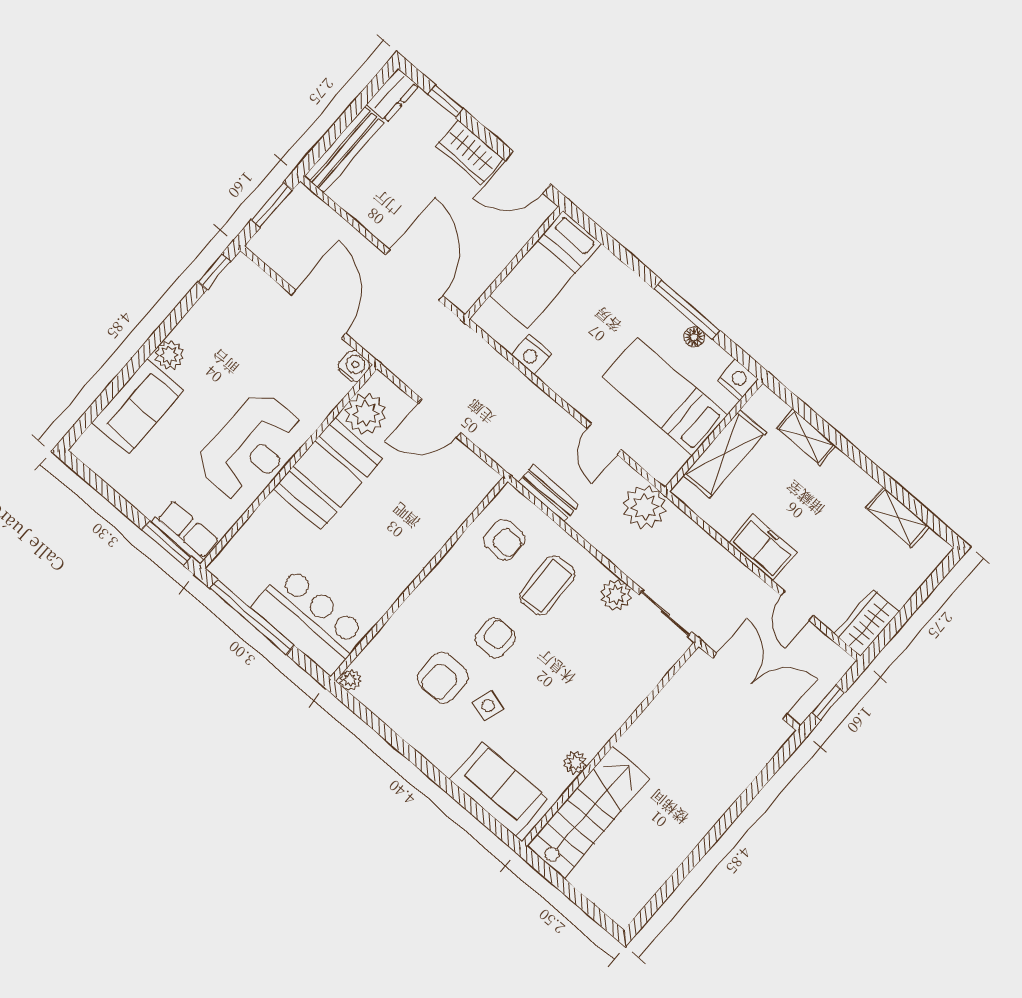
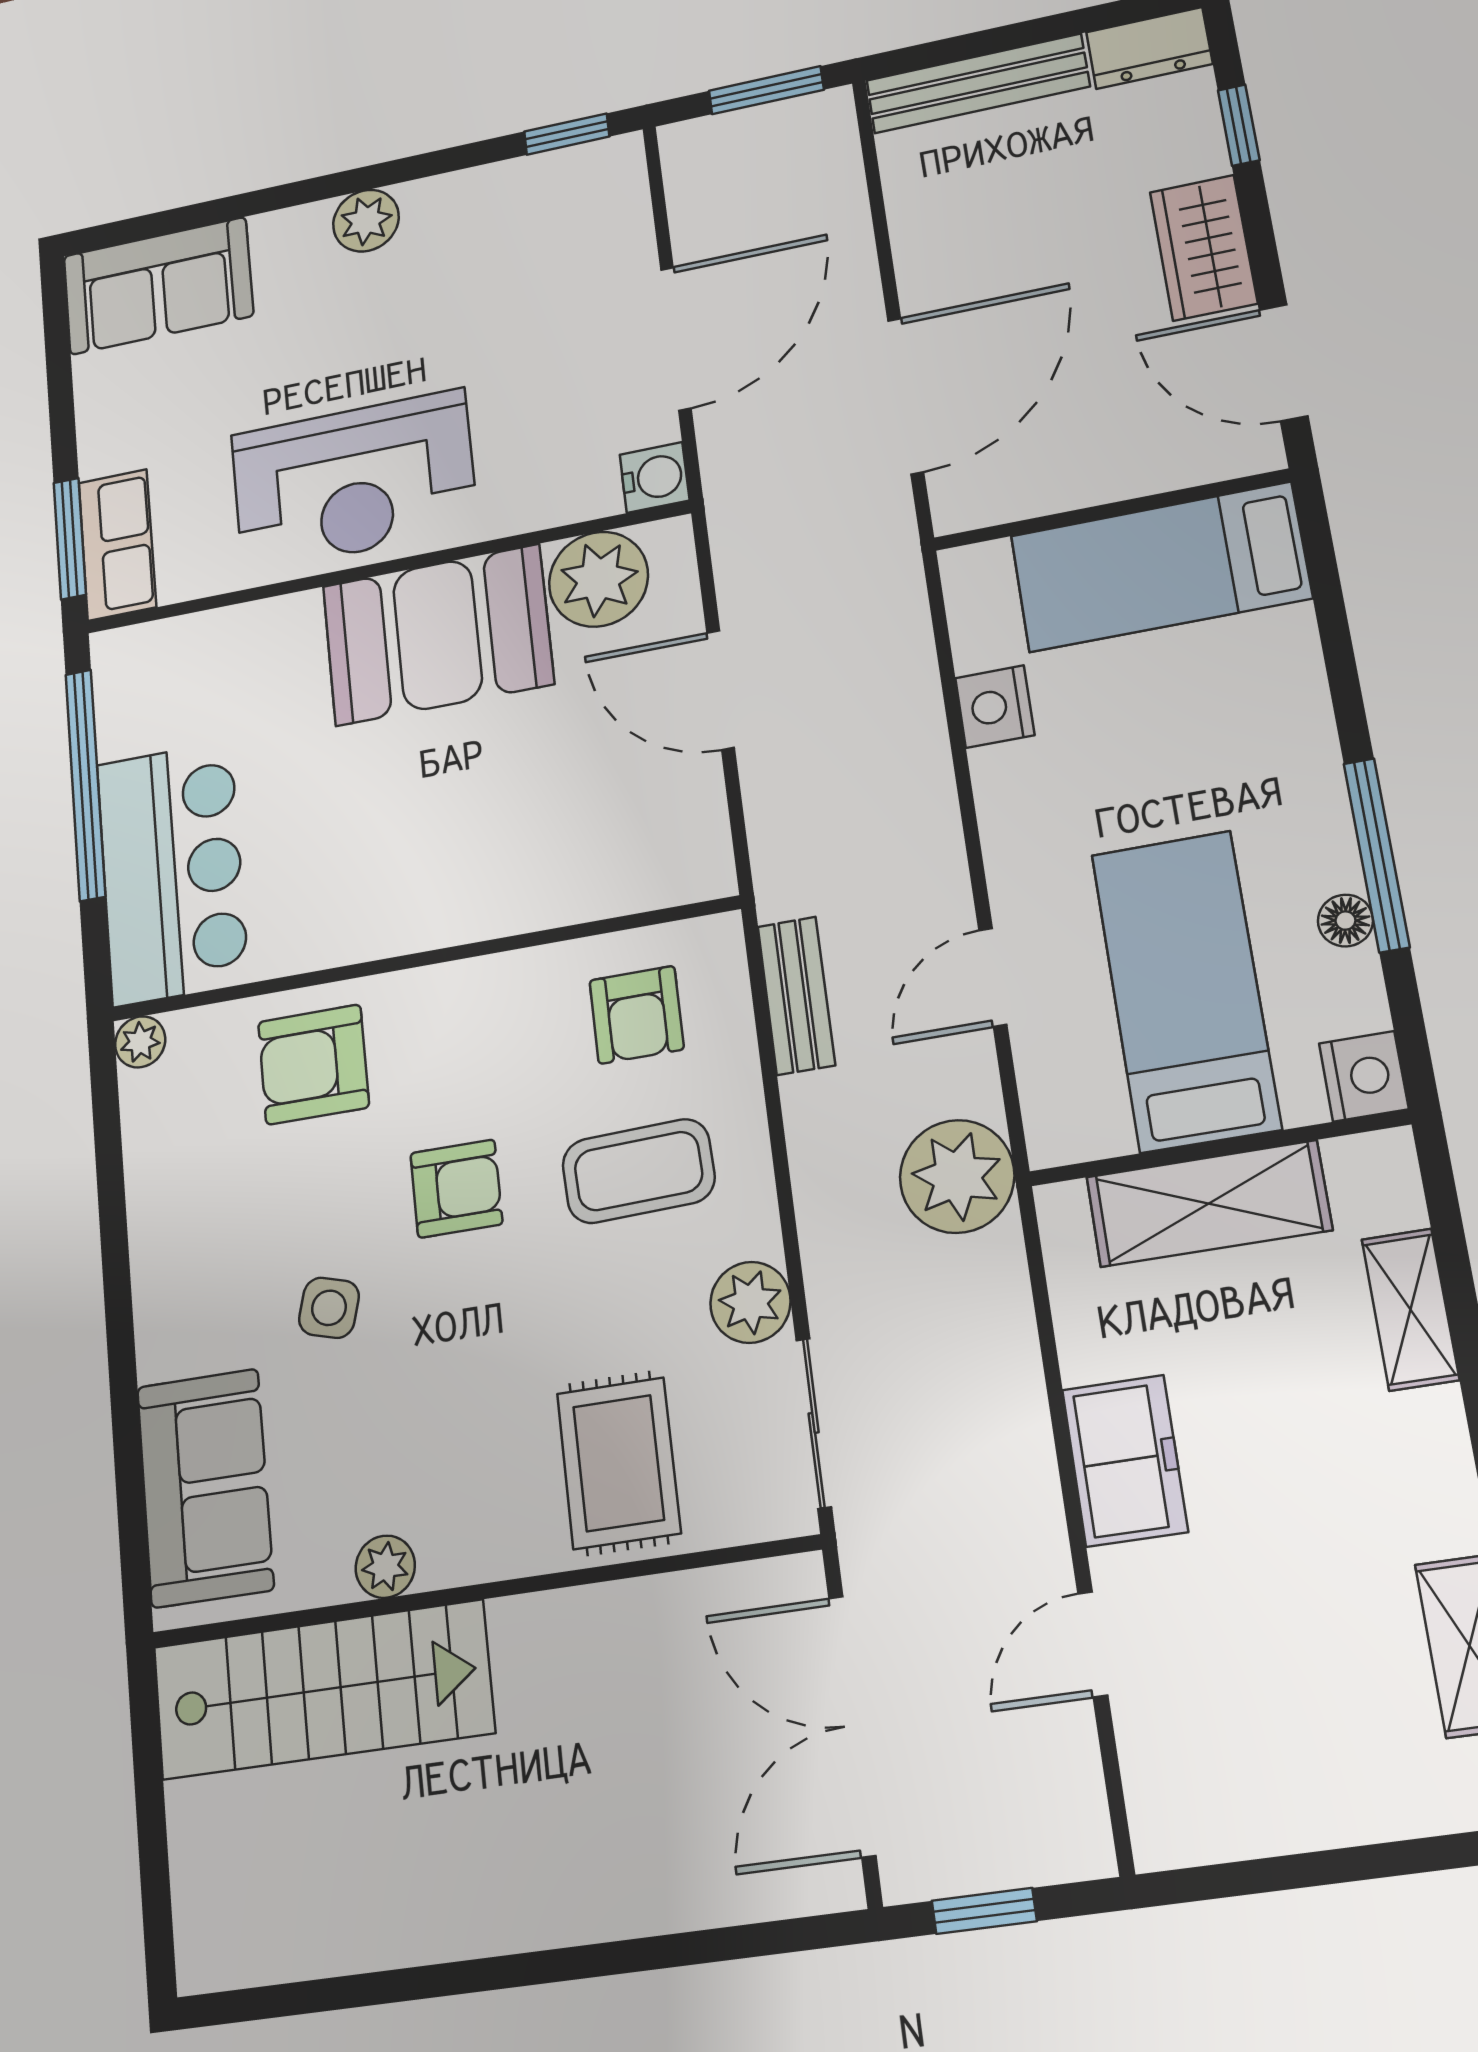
sofa: (138, 406) -> (158, 286), moved
wardrobe: (867, 623) -> (1211, 1814), removed
rug: (618, 674) -> (619, 1463), added
armchair: (443, 678) -> (313, 1065), moved
double door: (750, 686) -> (852, 1726), swing flipped

